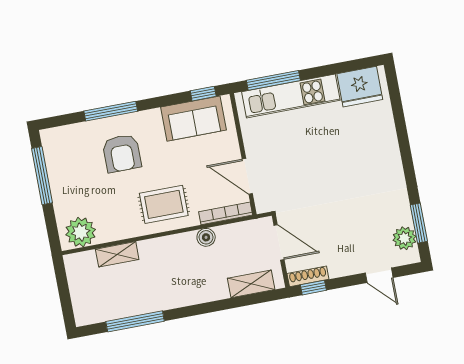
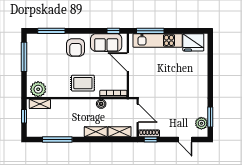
window: (111, 111) -> (51, 31), moved
armchair: (122, 153) -> (76, 48), moved
door: (247, 176) -> (128, 62), moved
shelving: (117, 254) -> (40, 104), moved
window: (63, 289) -> (24, 116), added
shelving: (206, 292) -> (96, 132), added

